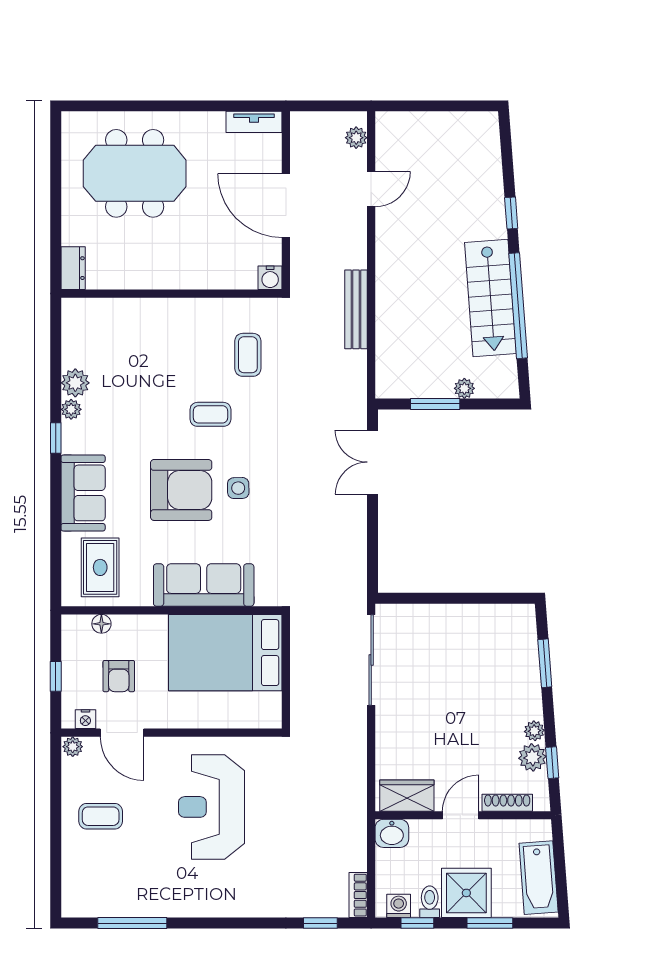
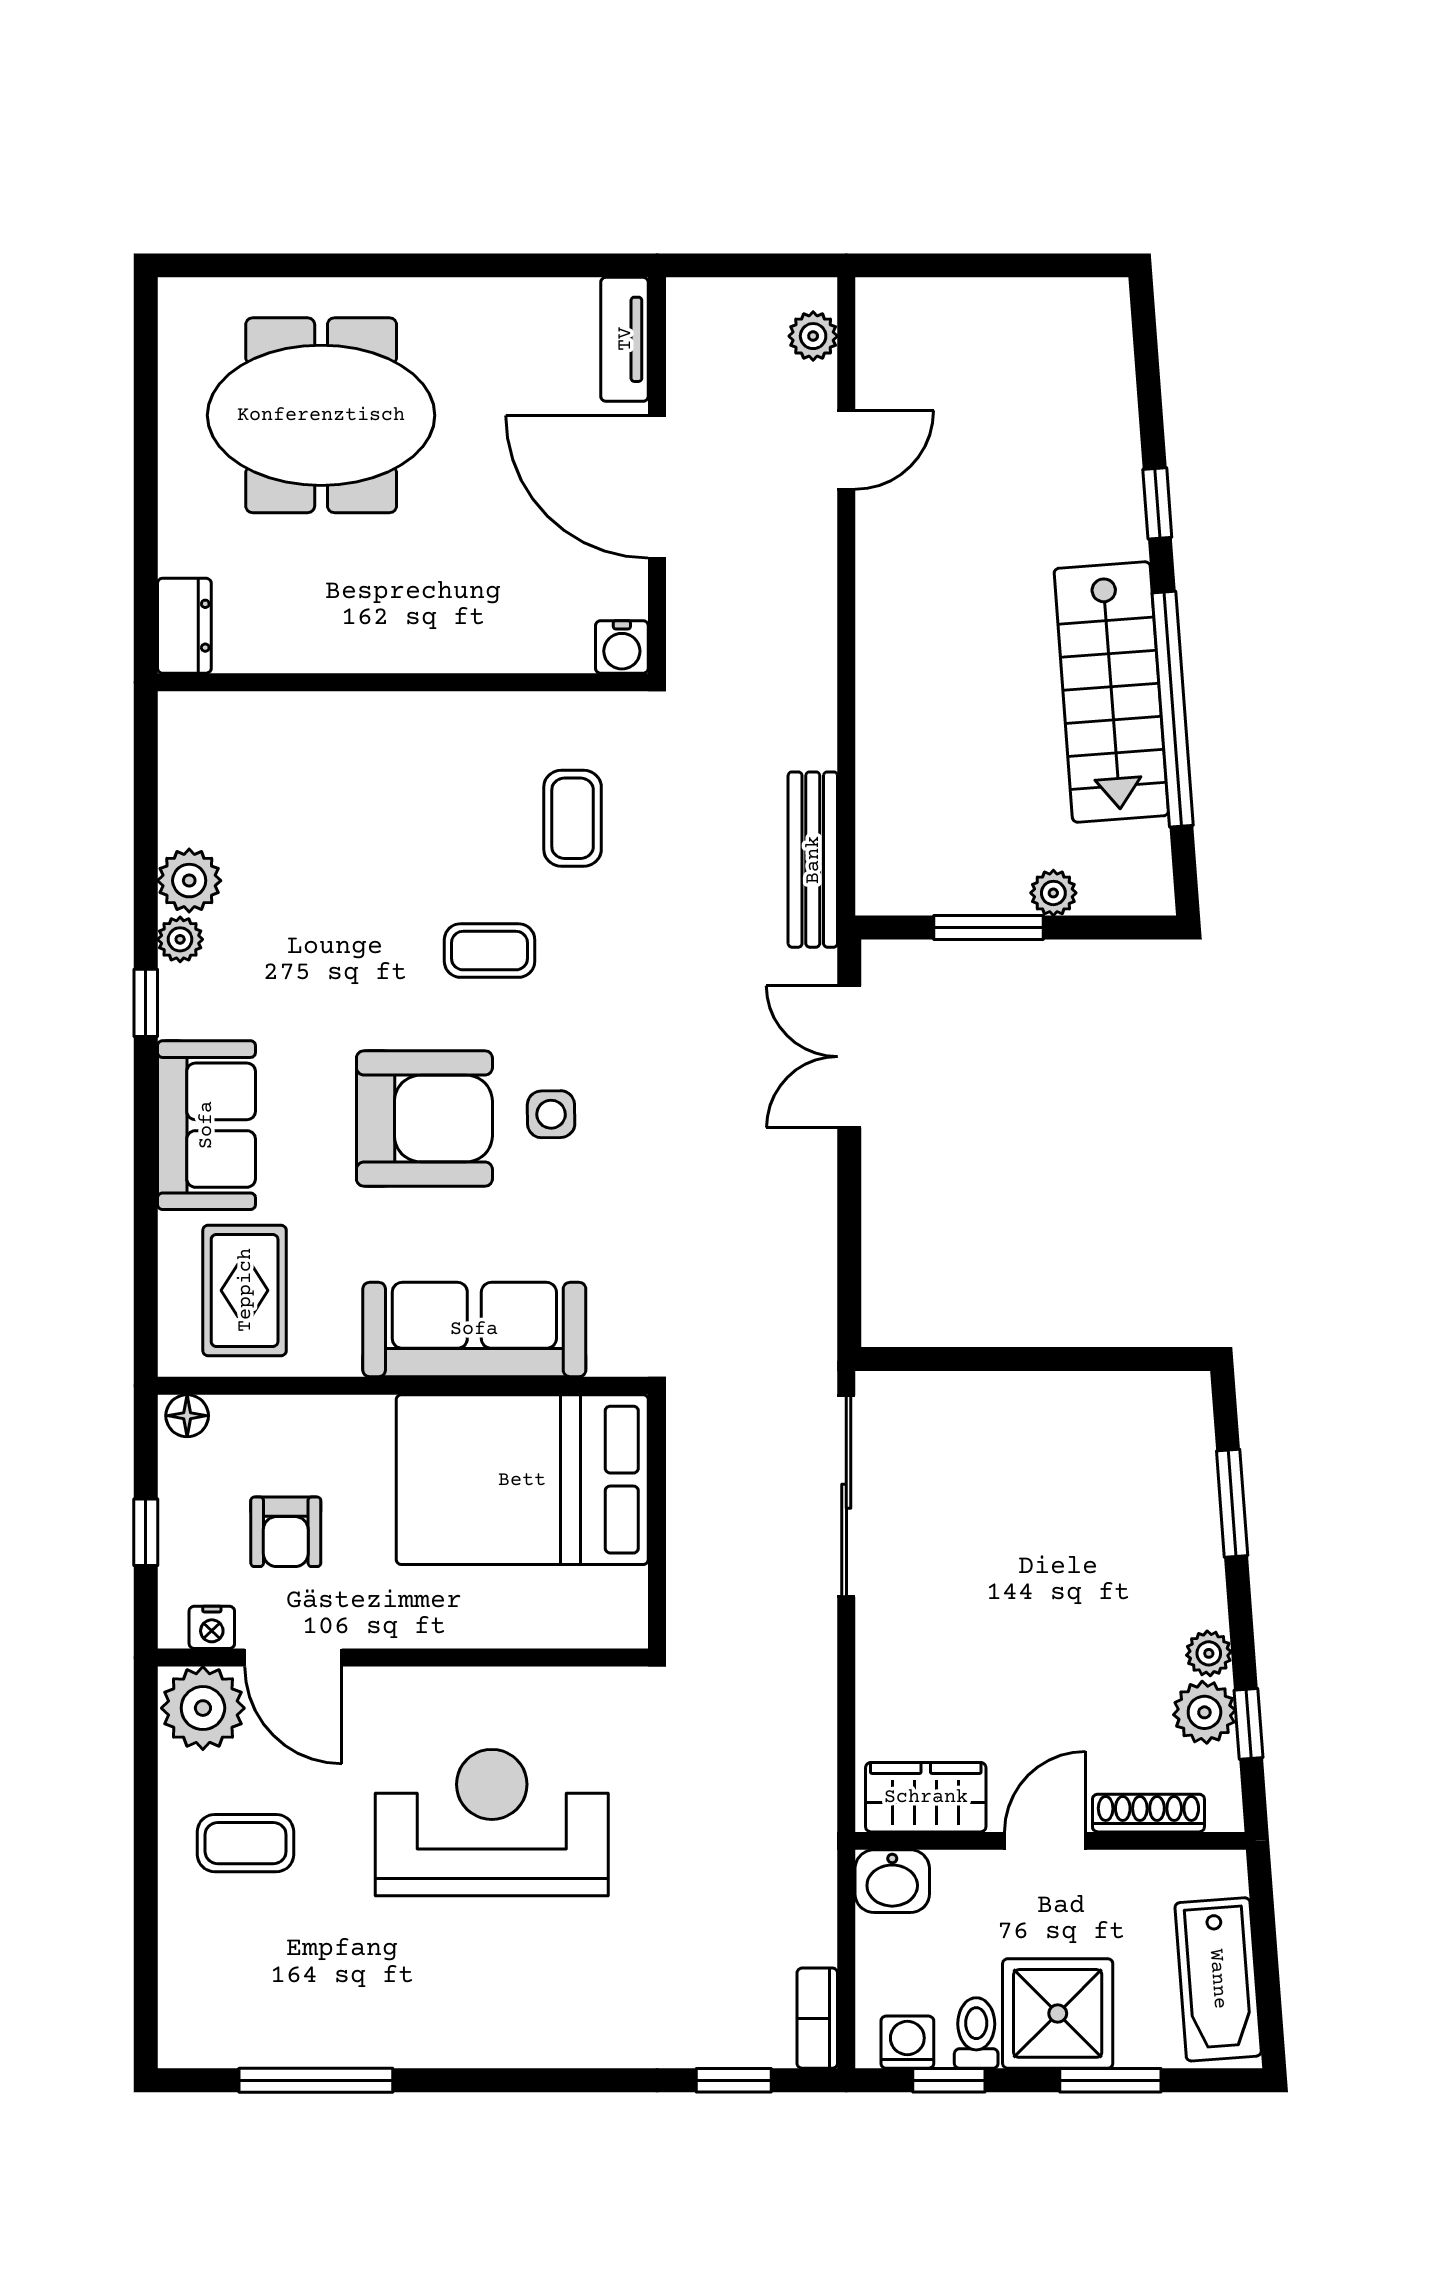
tv unit: (254, 122) -> (625, 339), moved, turned 90
bench: (356, 309) -> (813, 860), moved
floor lamp: (101, 624) -> (187, 1416), moved
plant: (73, 747) -> (203, 1708), width x1.88, depth x1.88
reception desk: (211, 807) -> (492, 1823), turned 90

